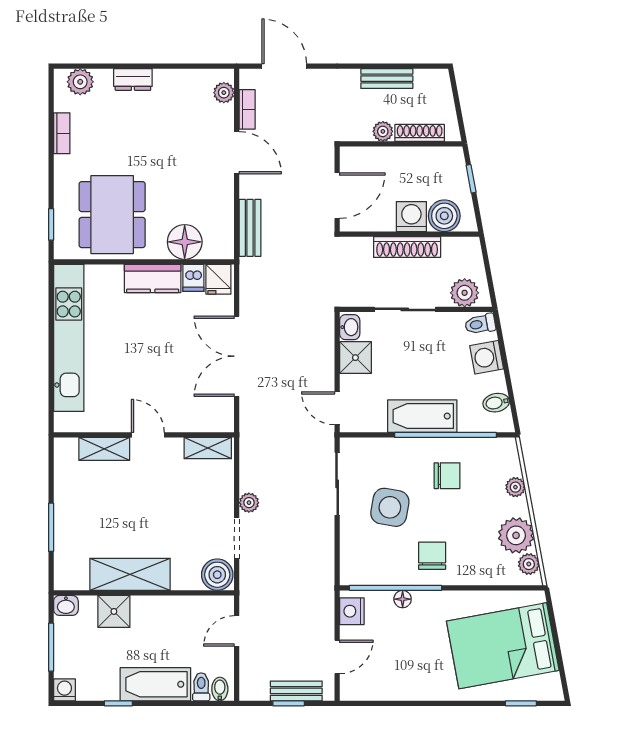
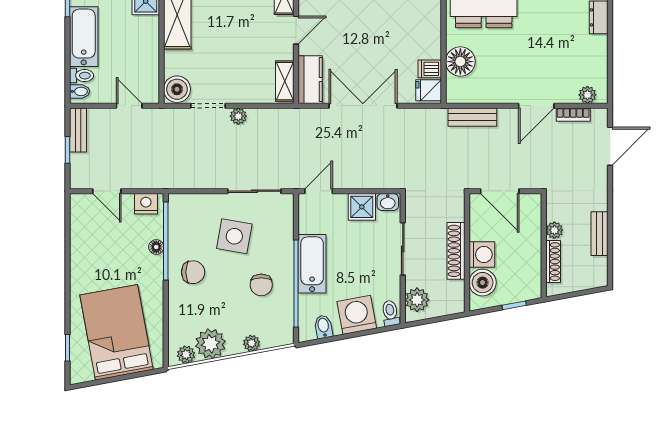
kitchen counter: (153, 278) -> (310, 80), moved, turned 180
washing machine: (487, 357) -> (357, 315), width x1.37, depth x1.37
bench: (296, 691) -> (78, 130), moved

